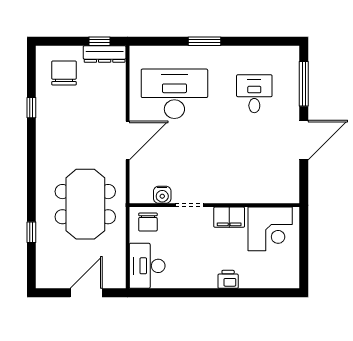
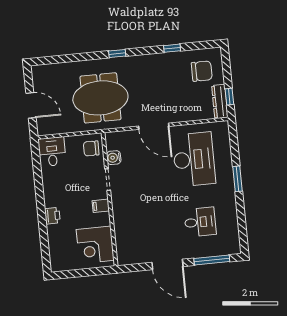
filing cabinet: (229, 217) -> (101, 206), width x0.50
window: (31, 232) -> (117, 54), moved
desk: (147, 266) -> (52, 152), width x0.73

